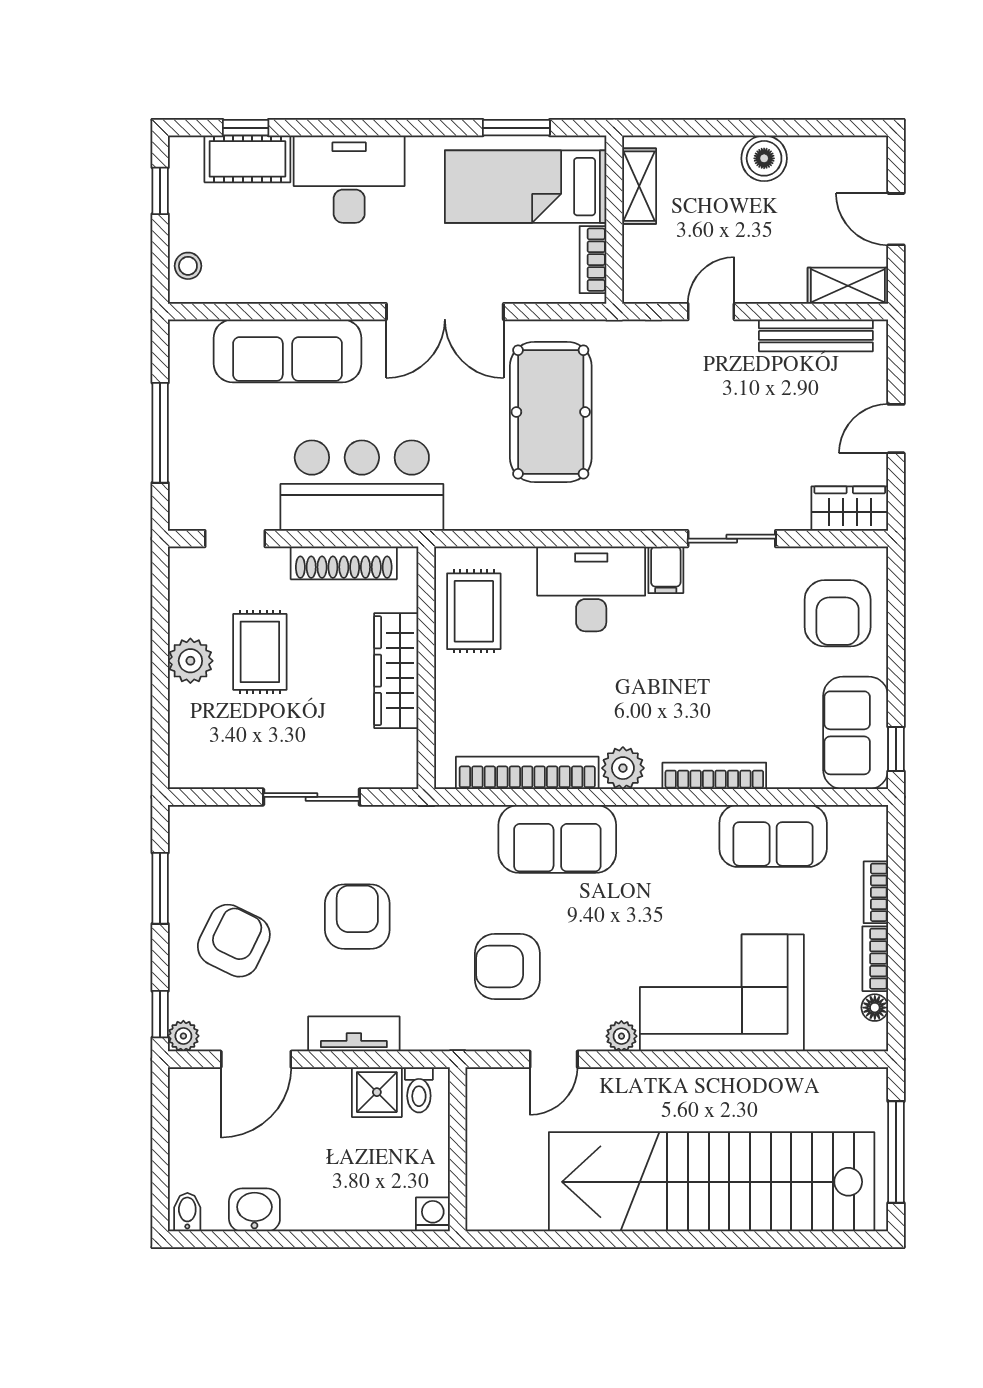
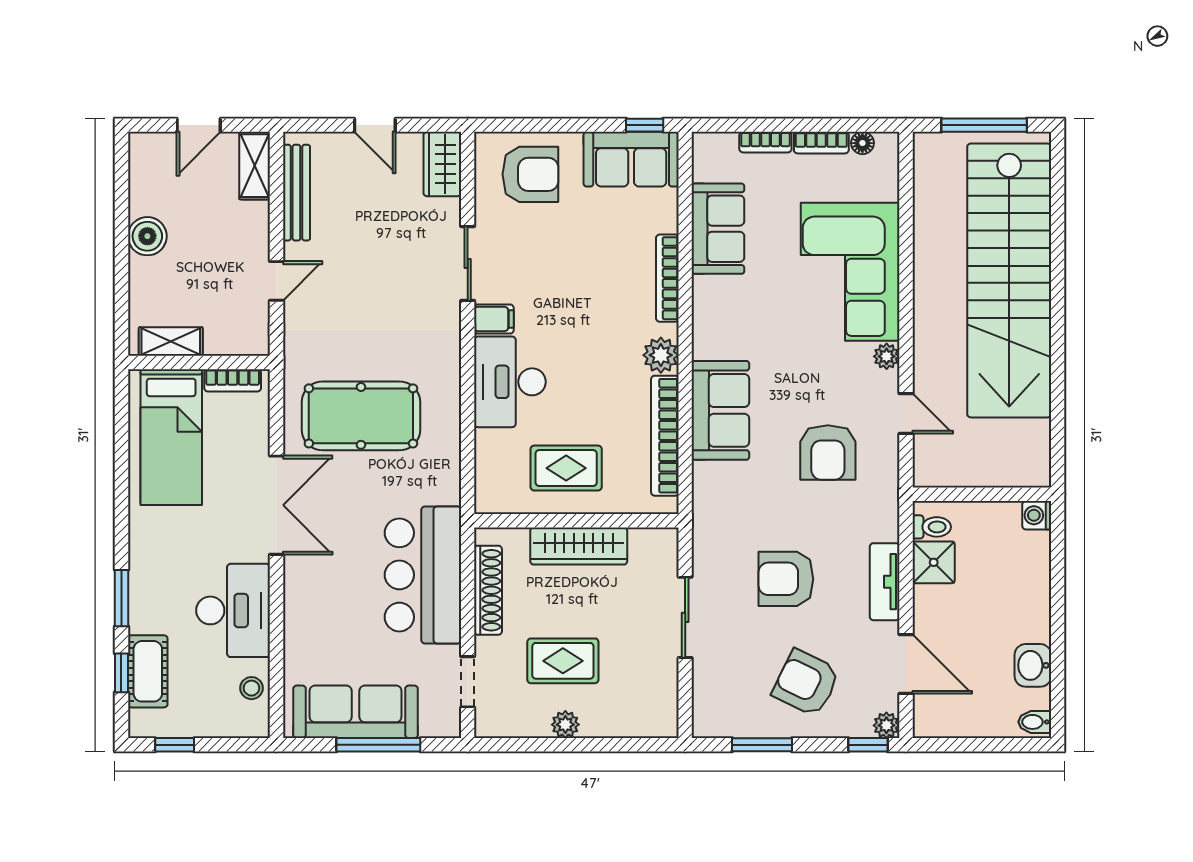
window: (516, 128) -> (121, 598), moved
desk: (349, 179) -> (233, 610), moved, turned 180
stool: (188, 266) -> (251, 688), moved
door: (711, 312) -> (276, 281), swing flipped
sofa: (288, 351) -> (356, 712), moved, turned -90
rug: (474, 611) -> (566, 468), moved
plant: (190, 661) -> (565, 725), width x0.73, depth x0.73

